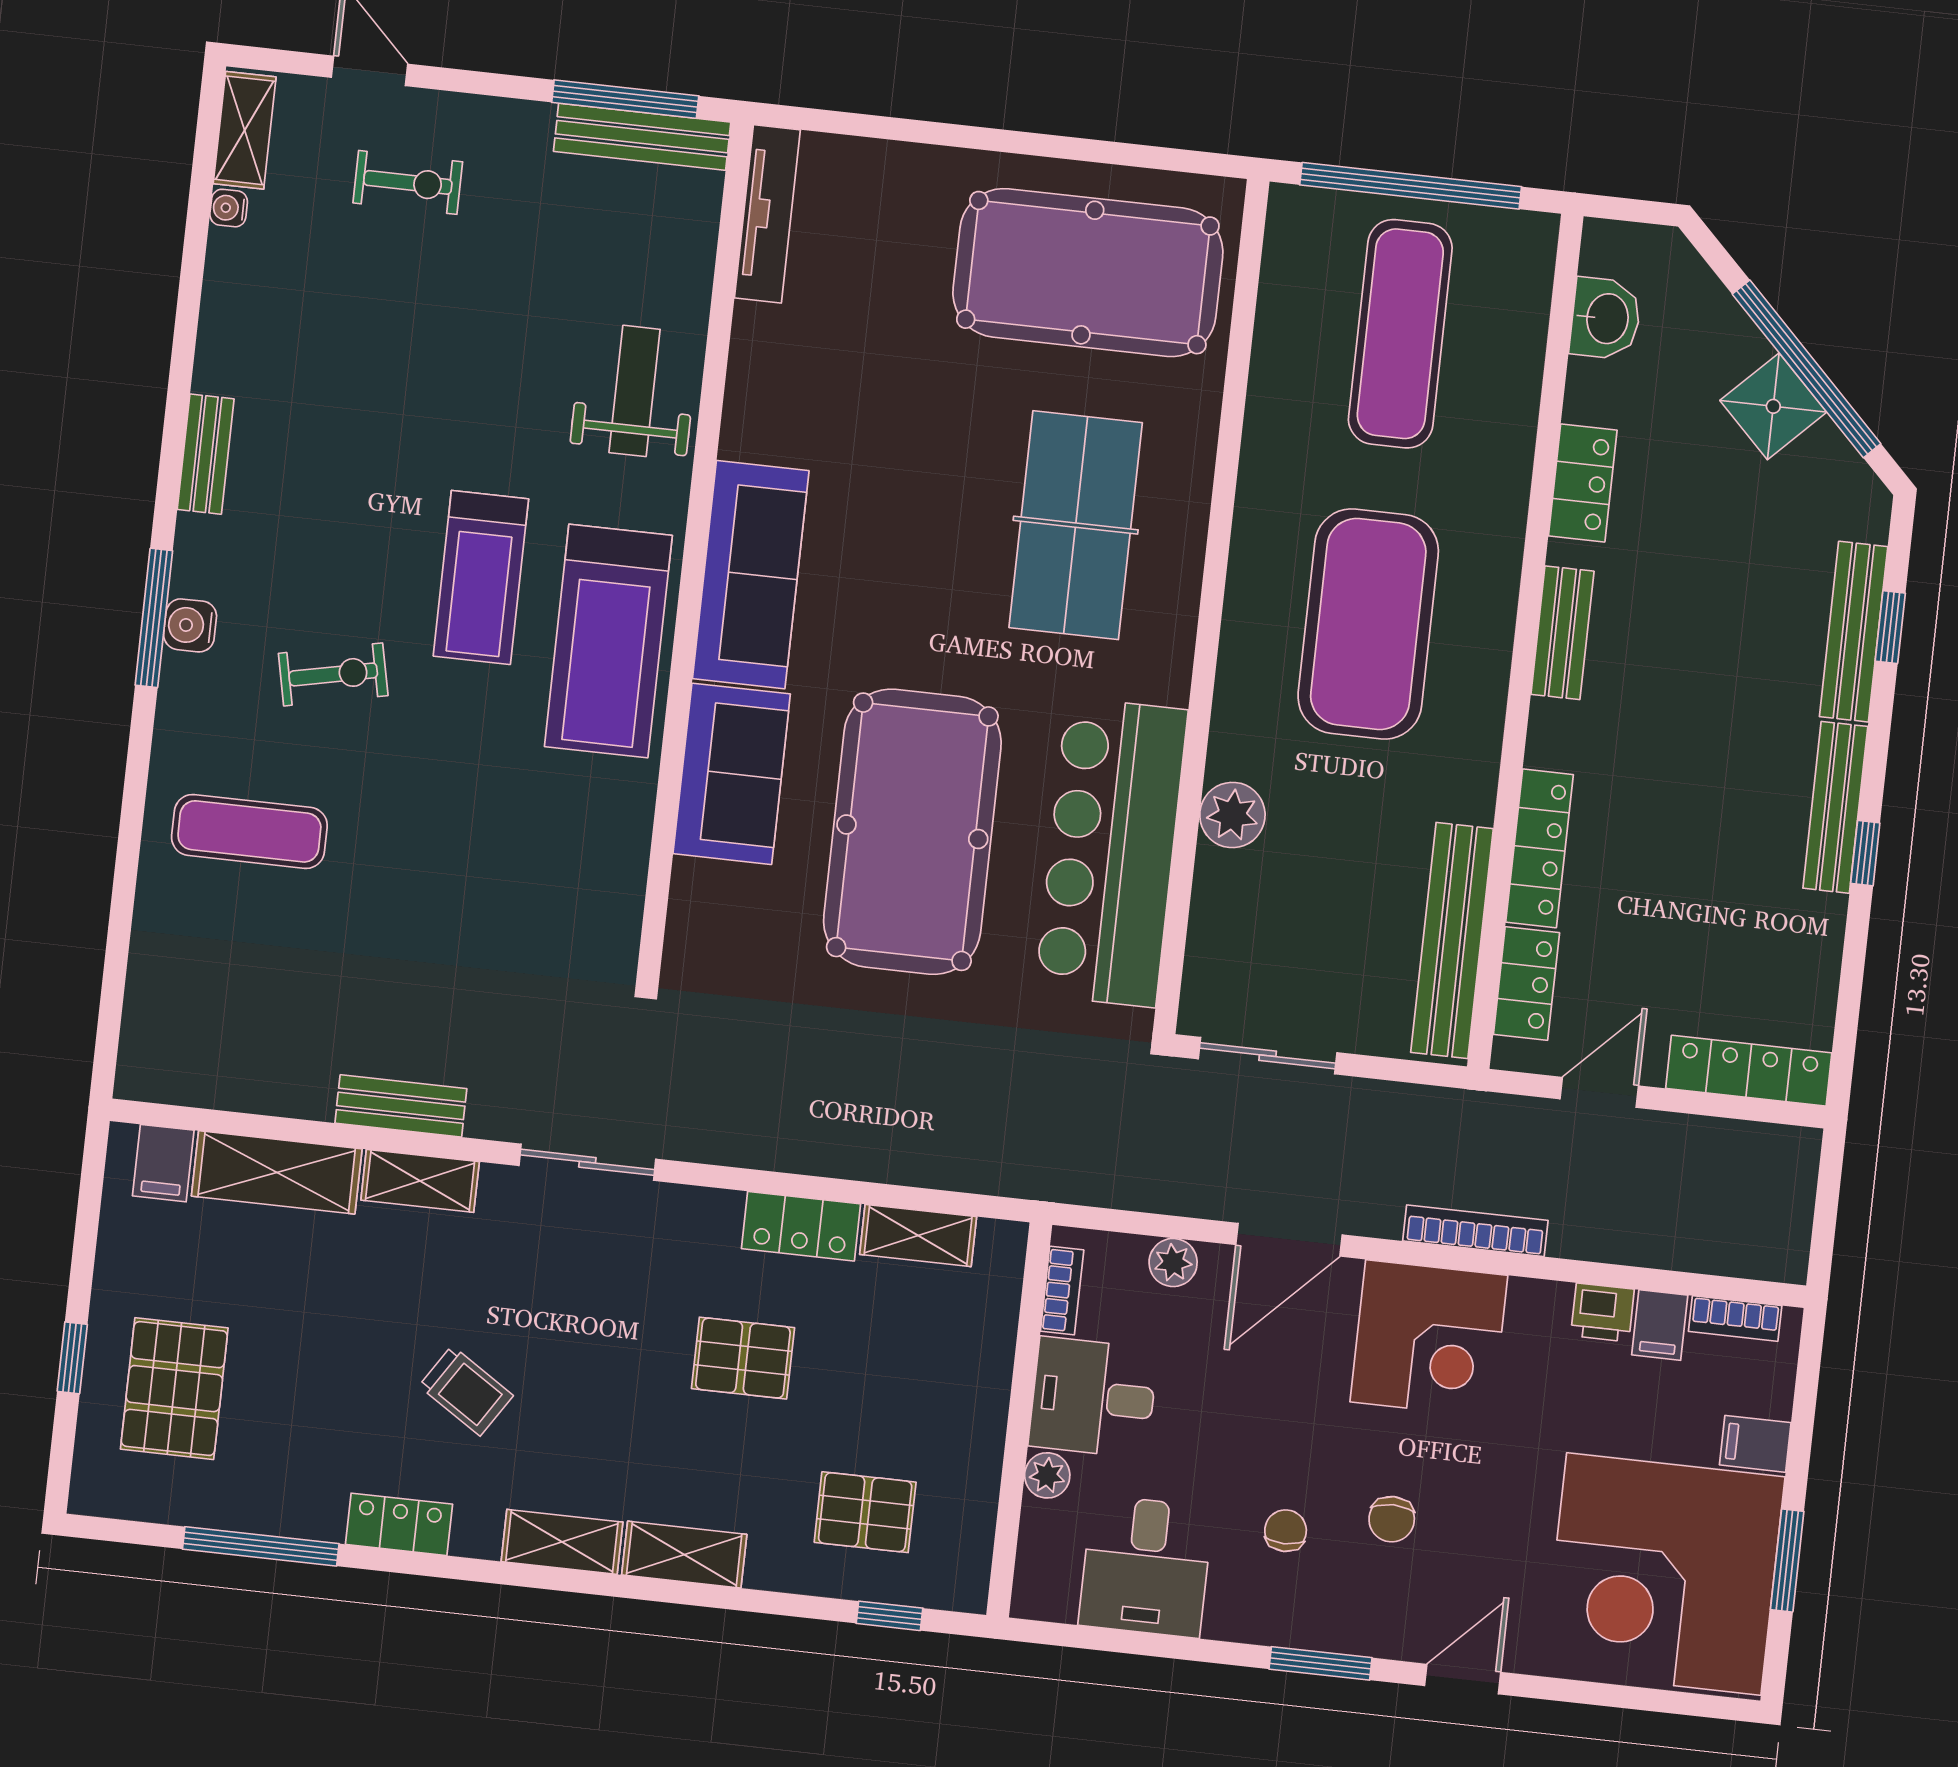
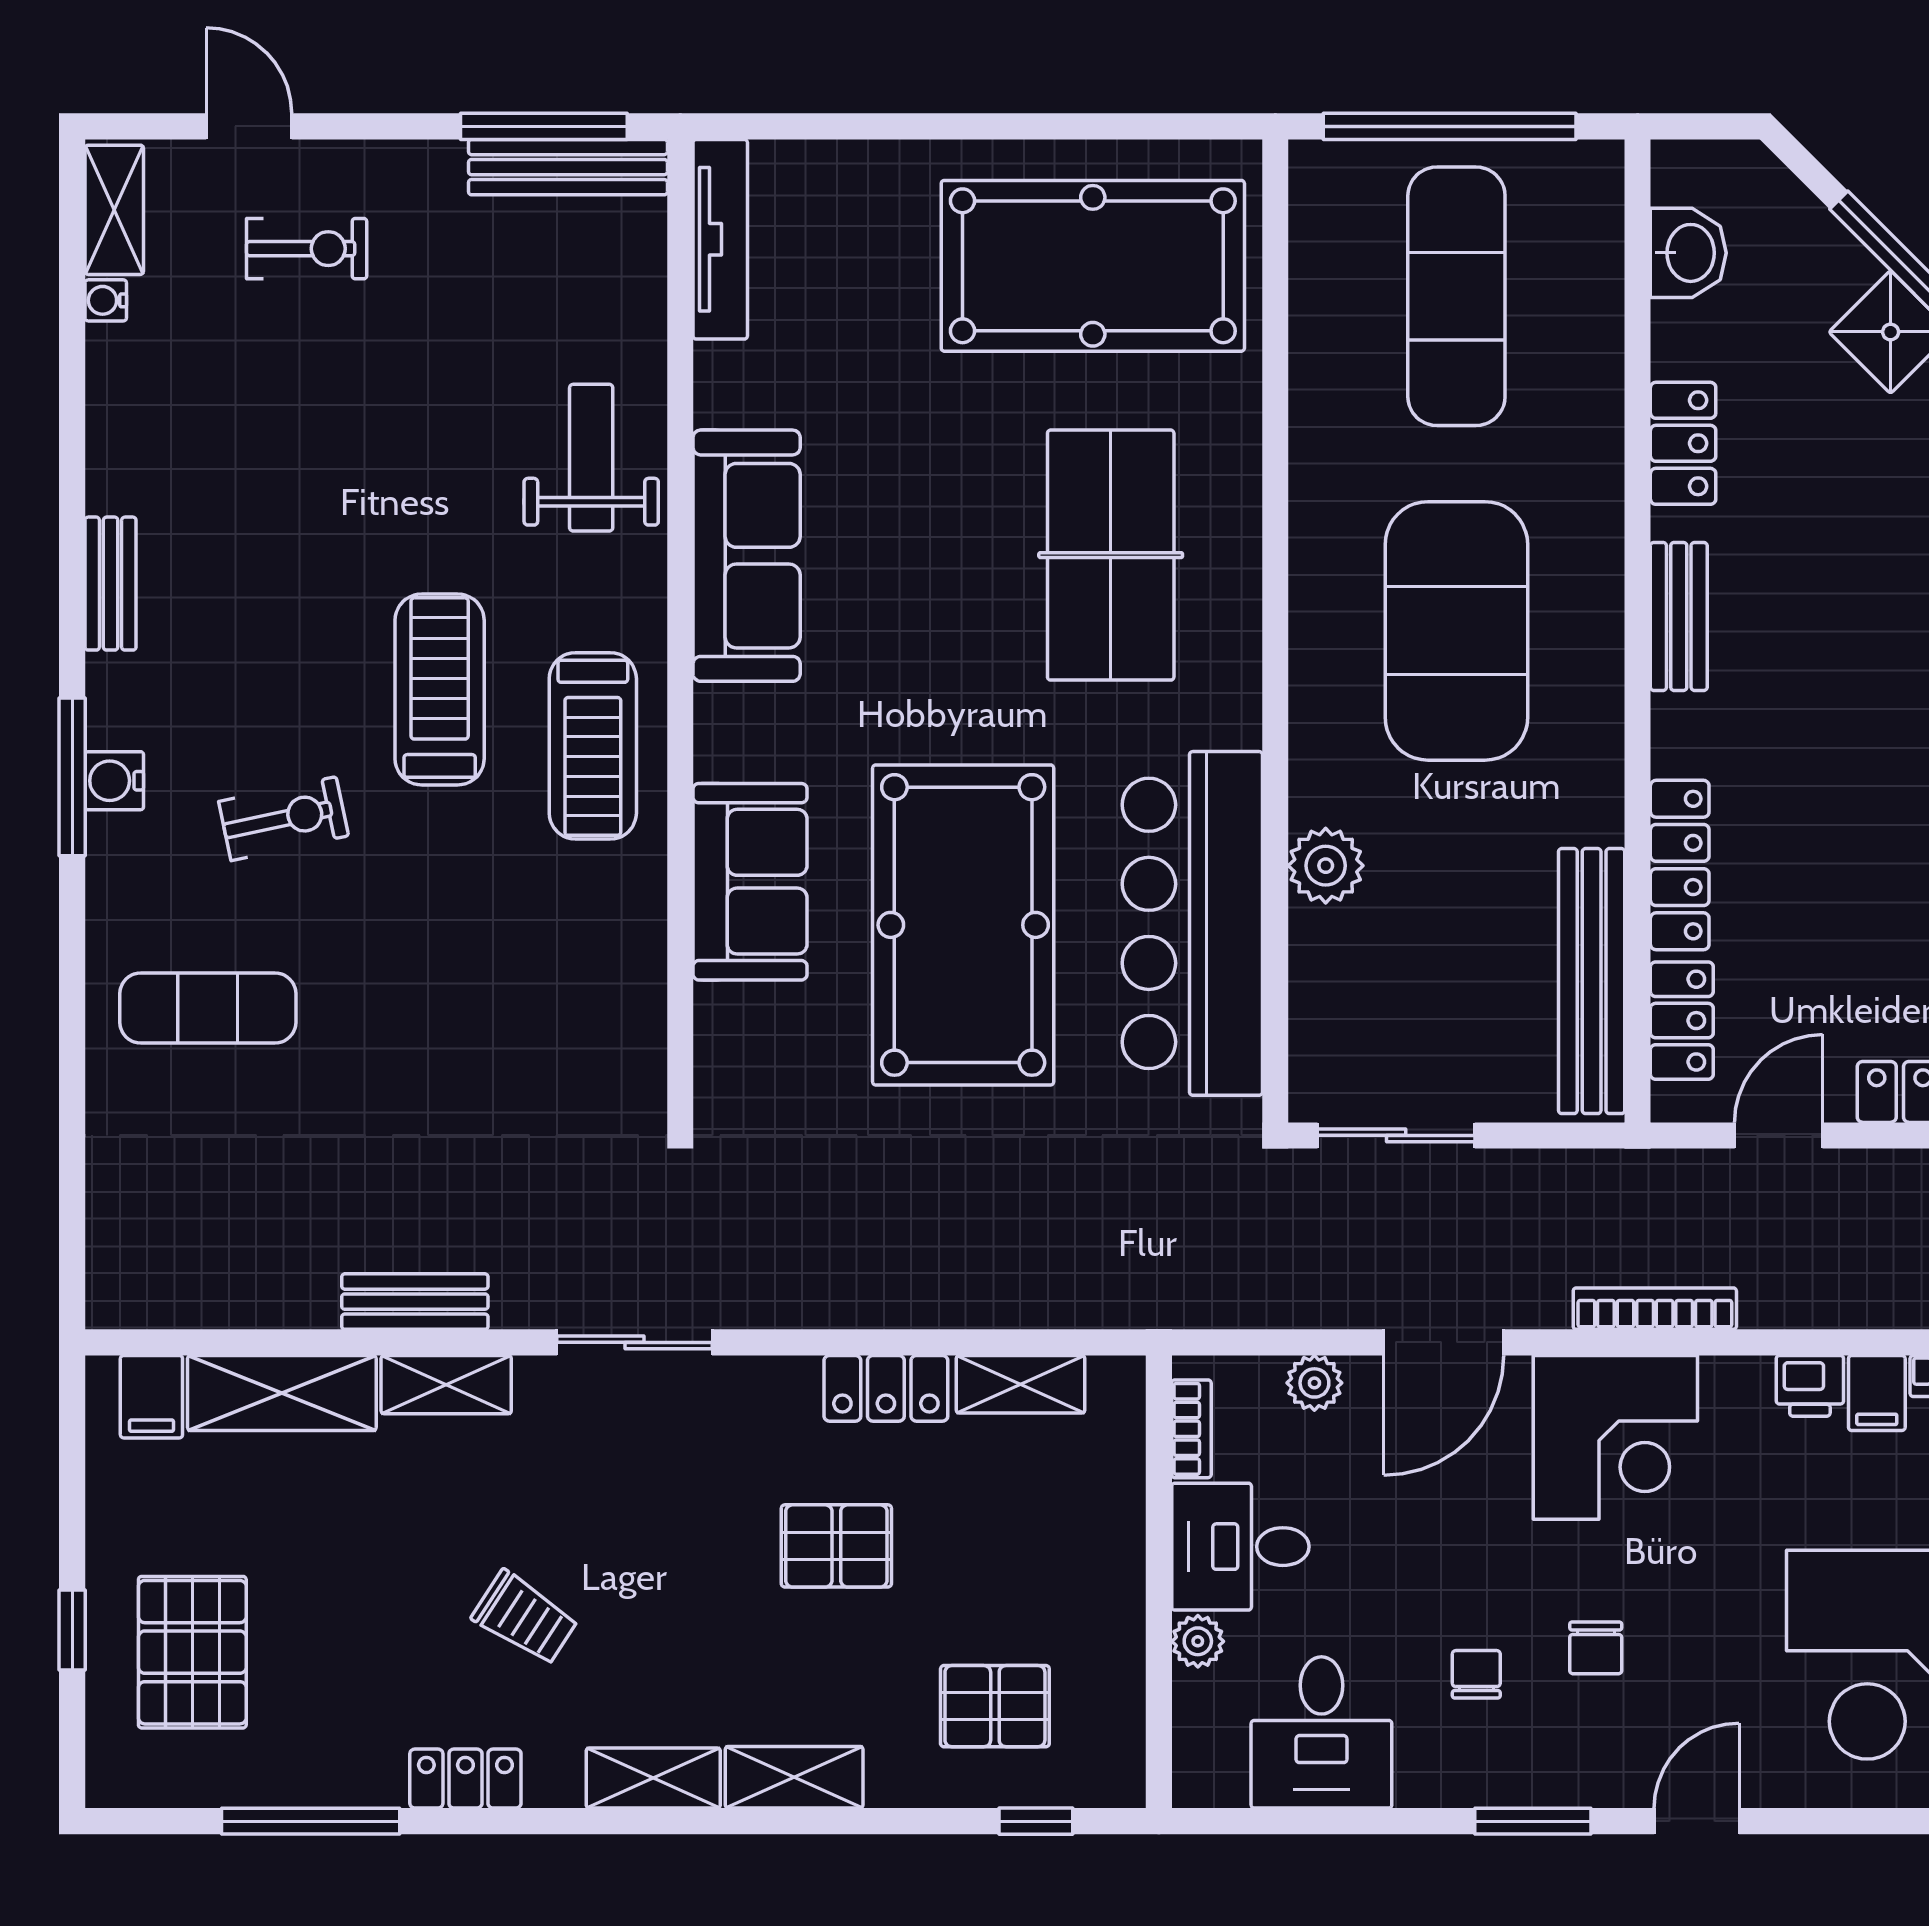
sofa: (751, 575) -> (747, 556), moved
treadmill: (481, 577) -> (440, 689), turned 180
treadmill: (608, 641) -> (593, 746), width x0.73, depth x0.73

